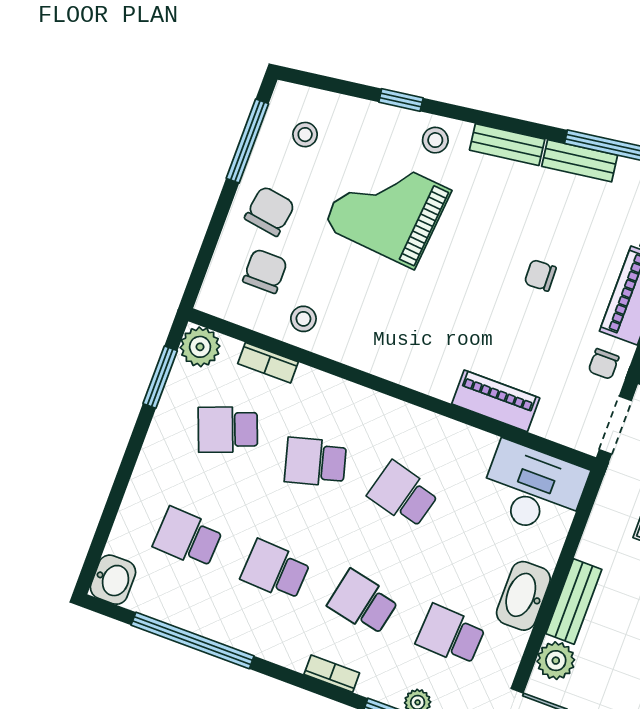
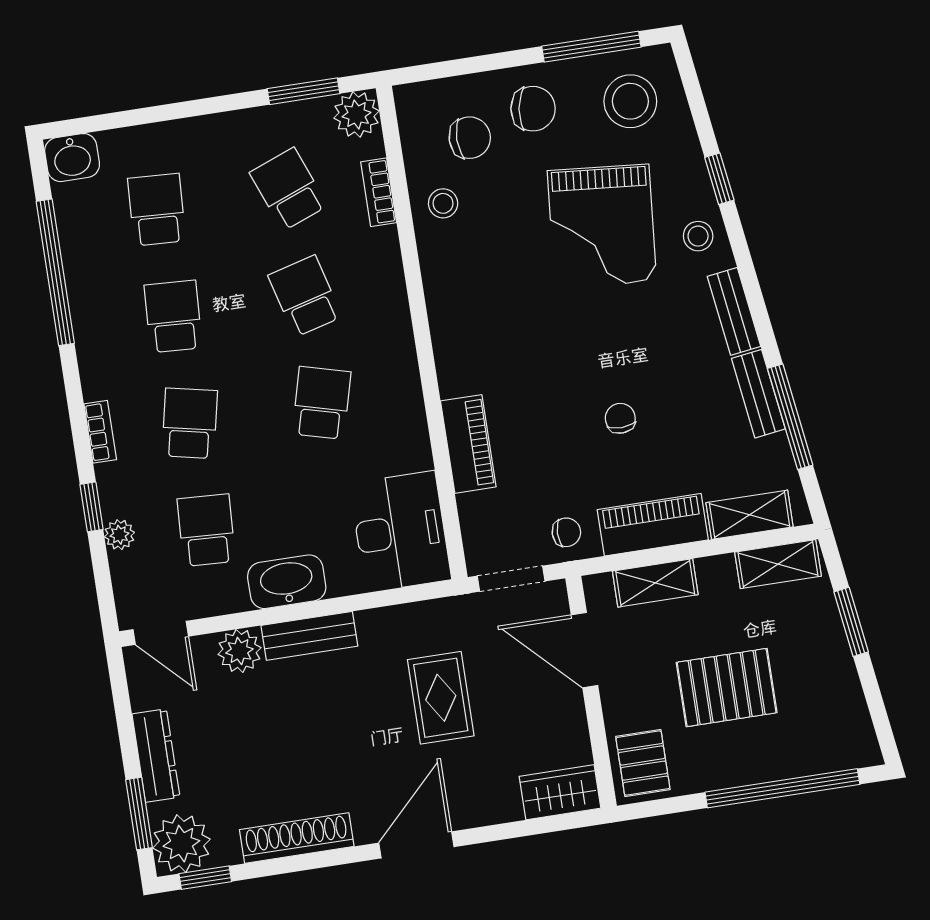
stool: (305, 135) -> (630, 101), width x1.89, depth x1.89
grand piano: (387, 208) -> (602, 226), turned 180
chair: (604, 364) -> (566, 532), turned 180

